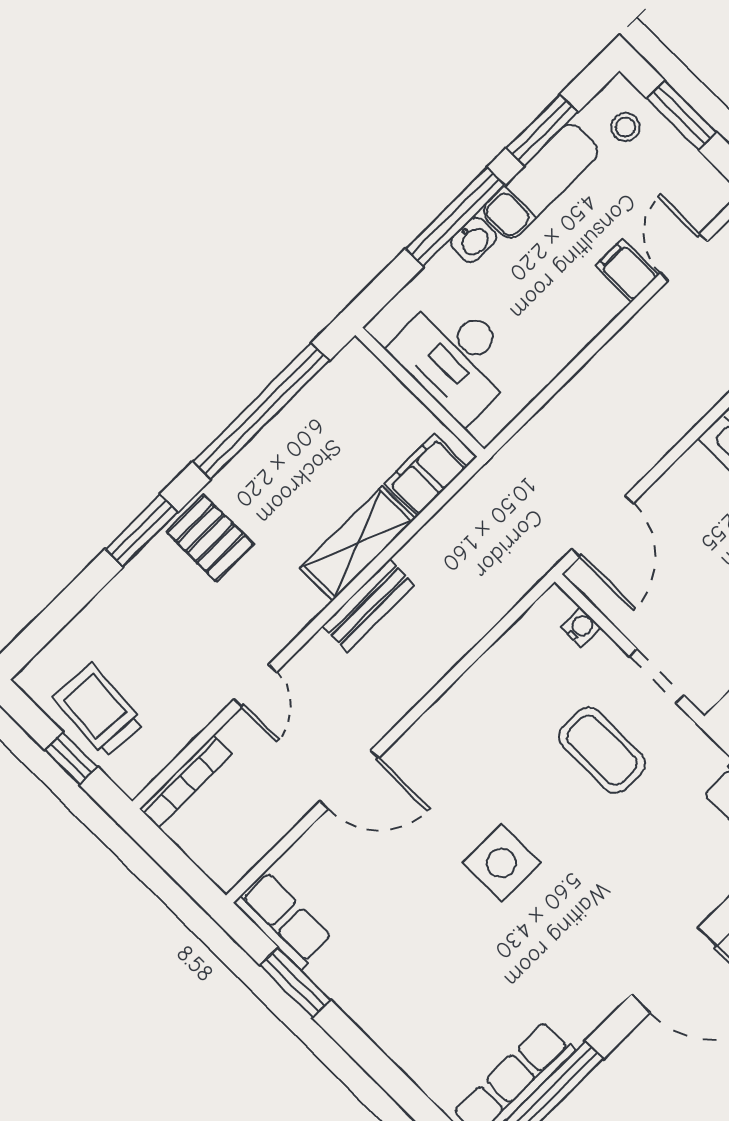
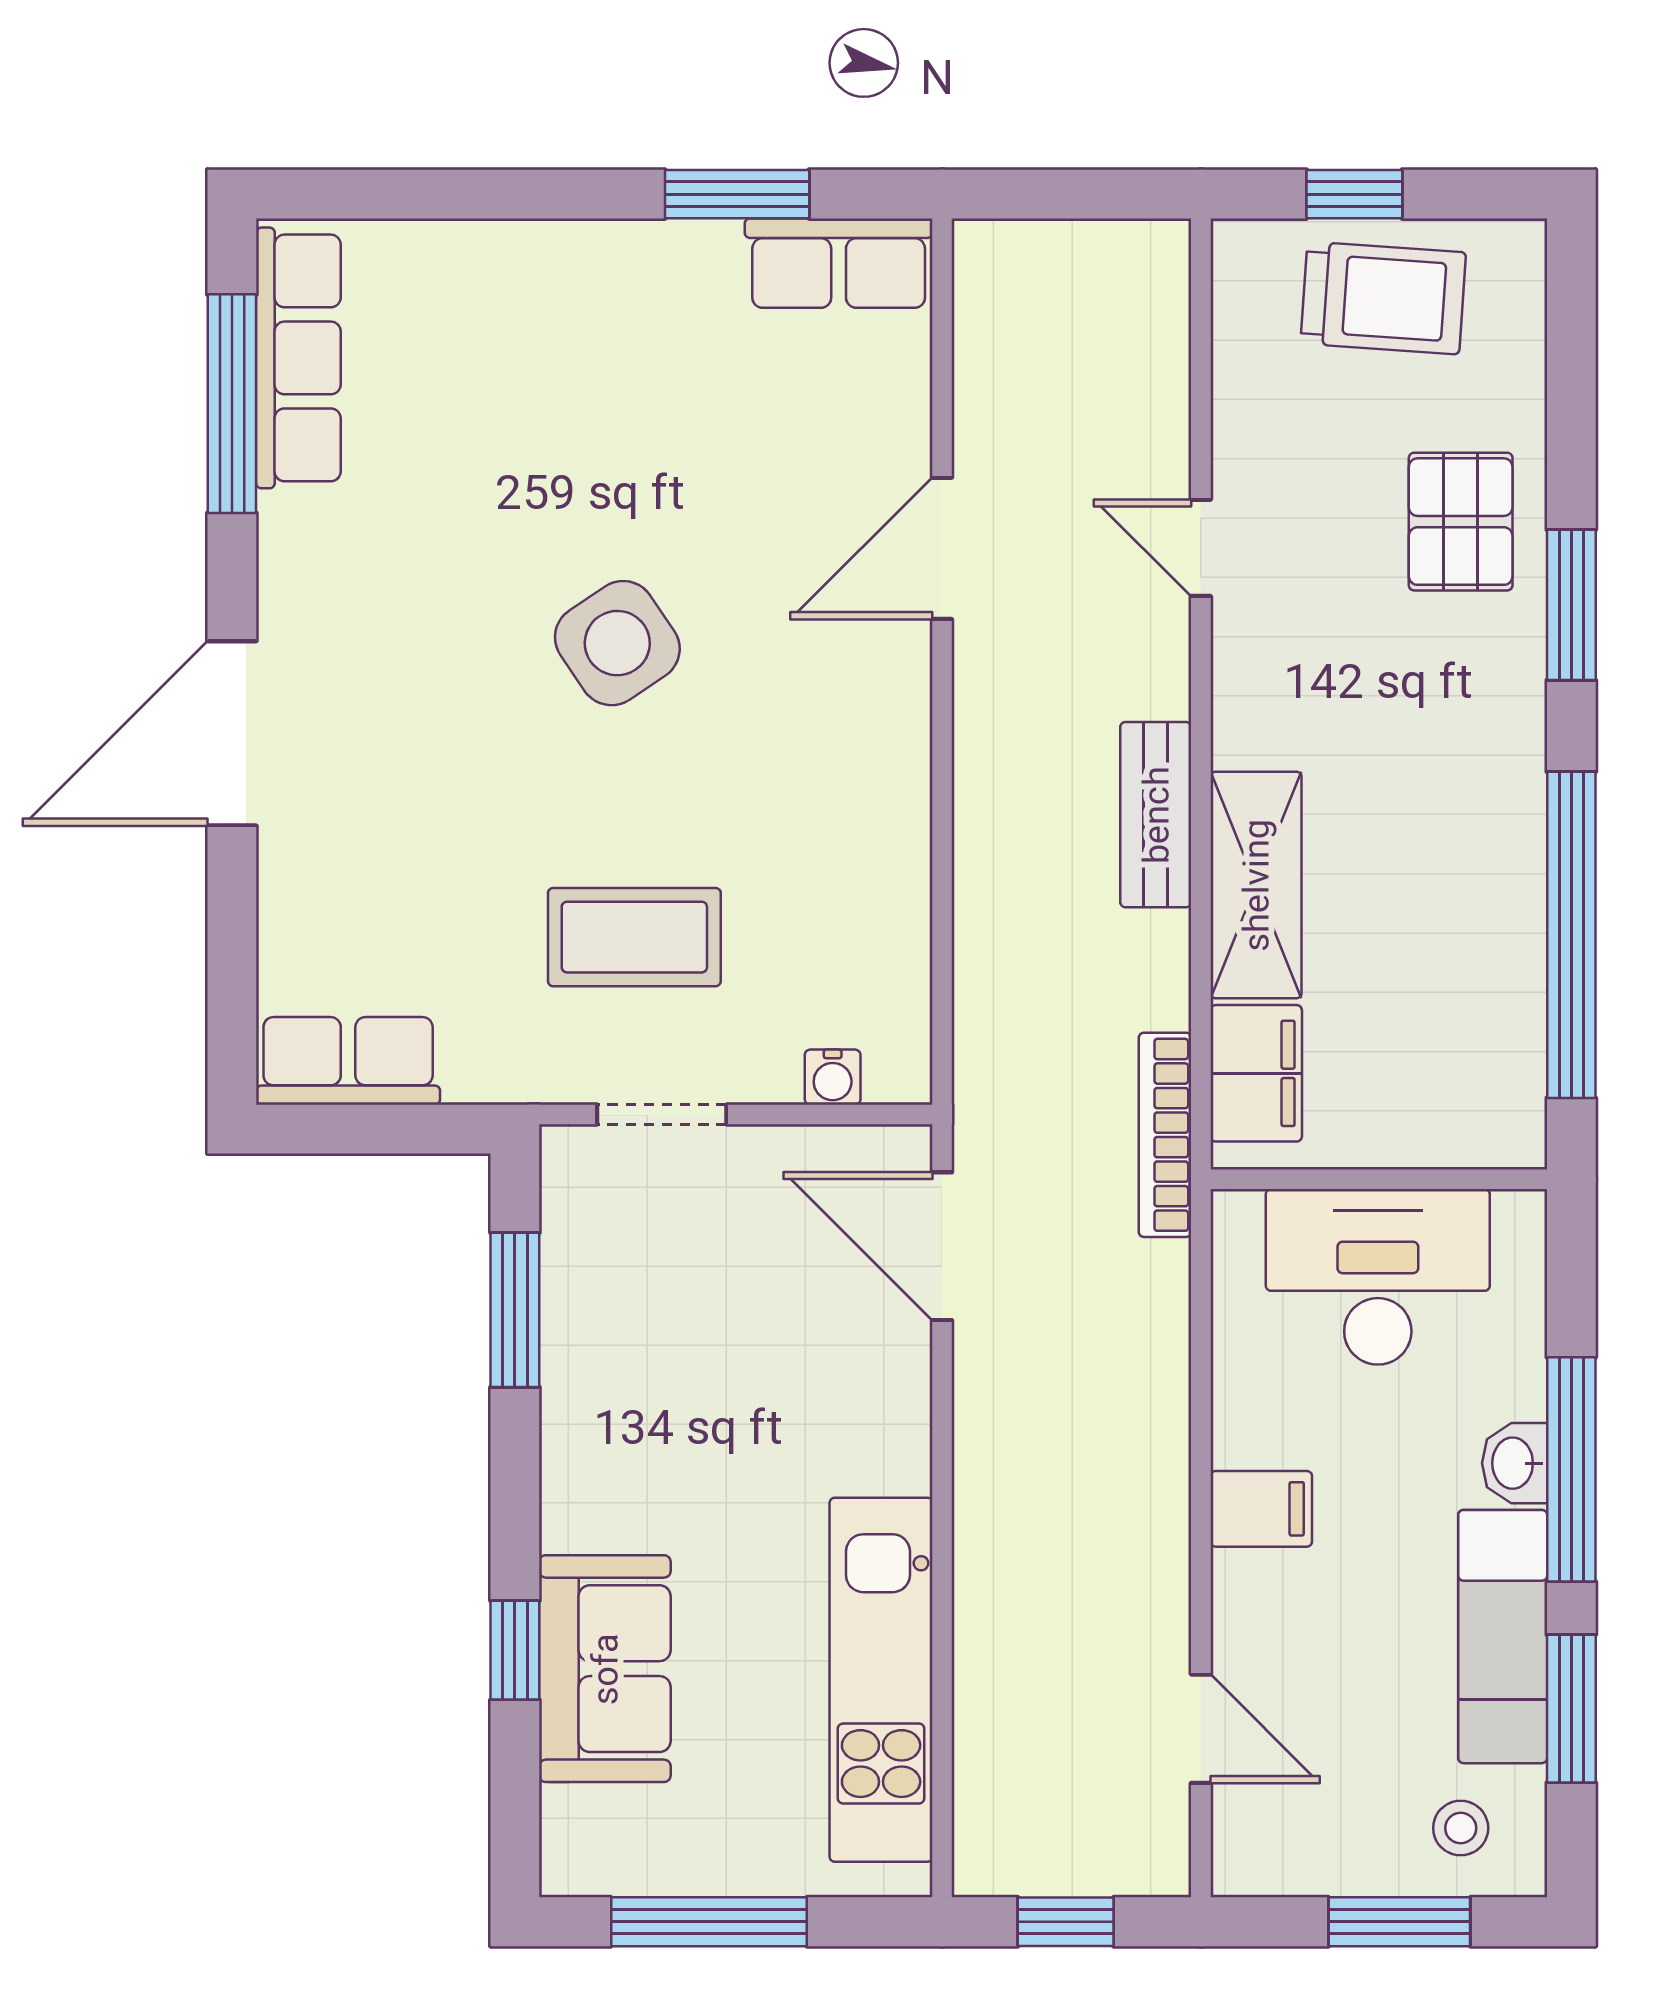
filing cabinet: (627, 270) -> (1261, 1509), moved
pallet: (210, 538) -> (1461, 522), moved, turned 90
bookcase: (186, 781) -> (1165, 1135), moved
side table: (502, 863) -> (617, 643), turned -34

